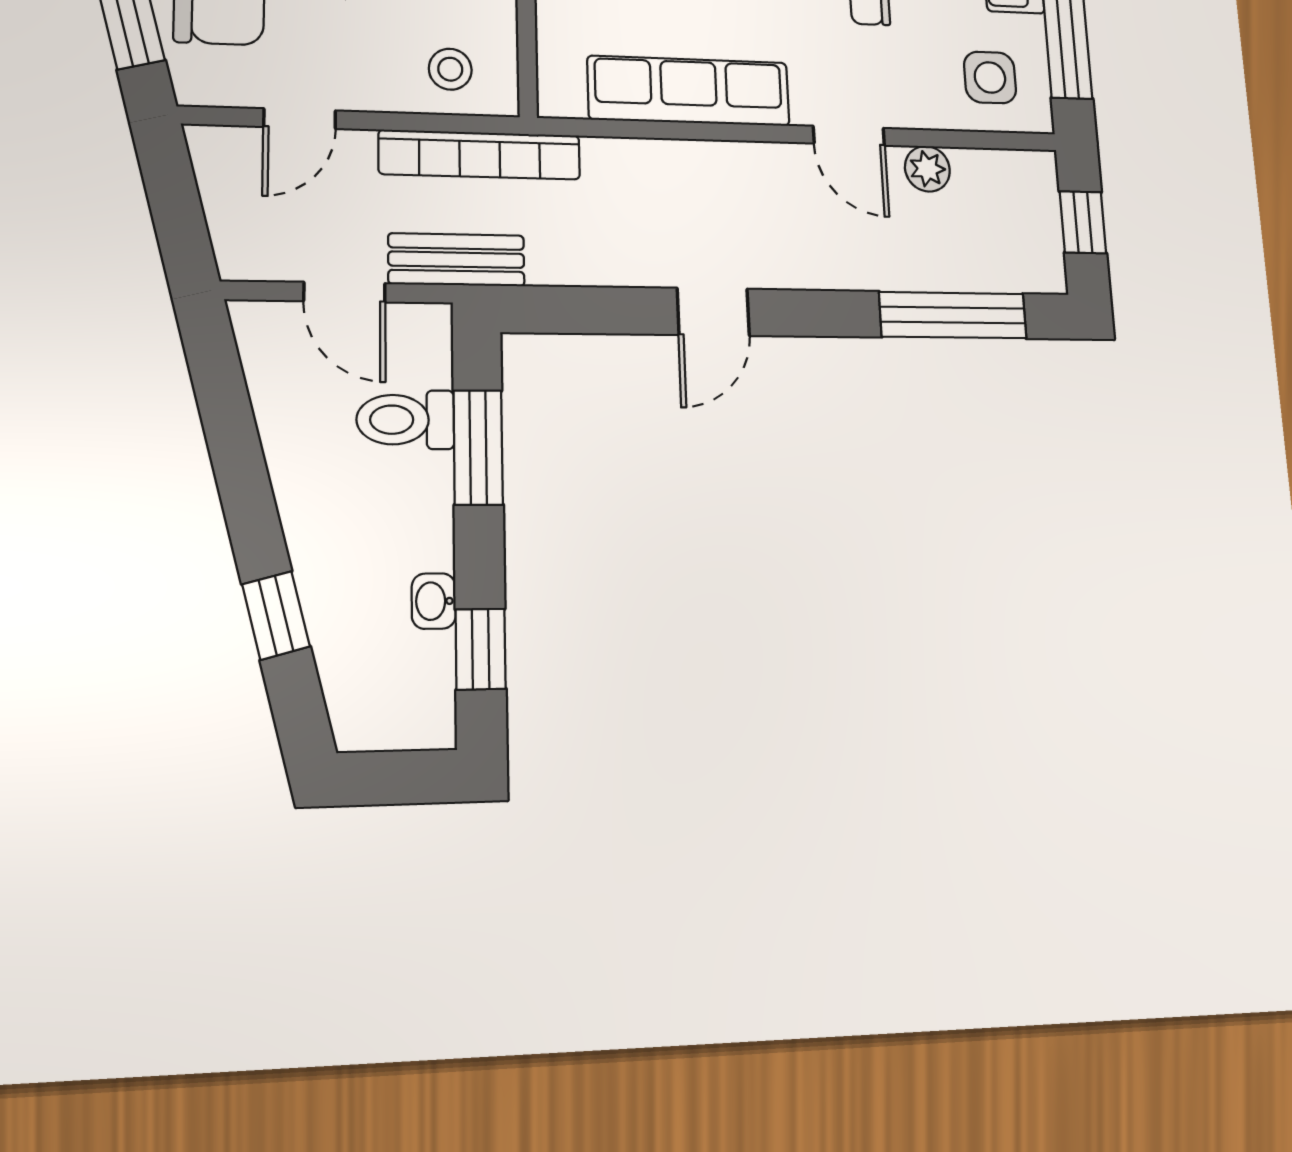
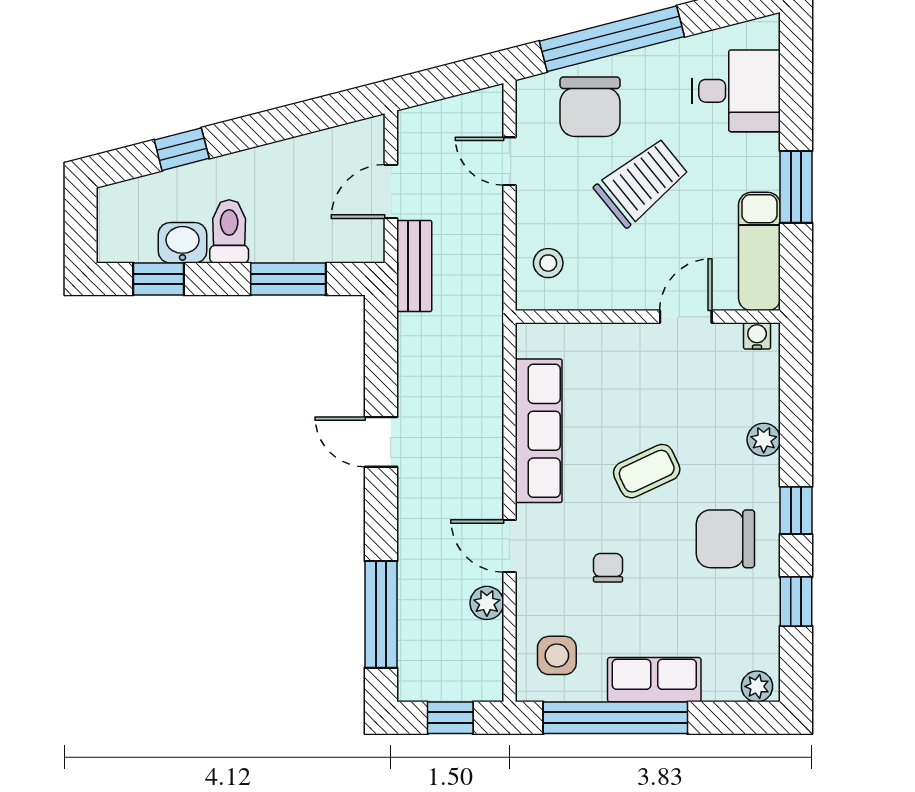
door: (849, 136) -> (509, 546), hinge flipped
bookcase: (480, 155) -> (488, 283), removed
toilet: (405, 420) -> (229, 231), moved
washbasin: (434, 601) -> (183, 243), width x1.38, depth x1.45

